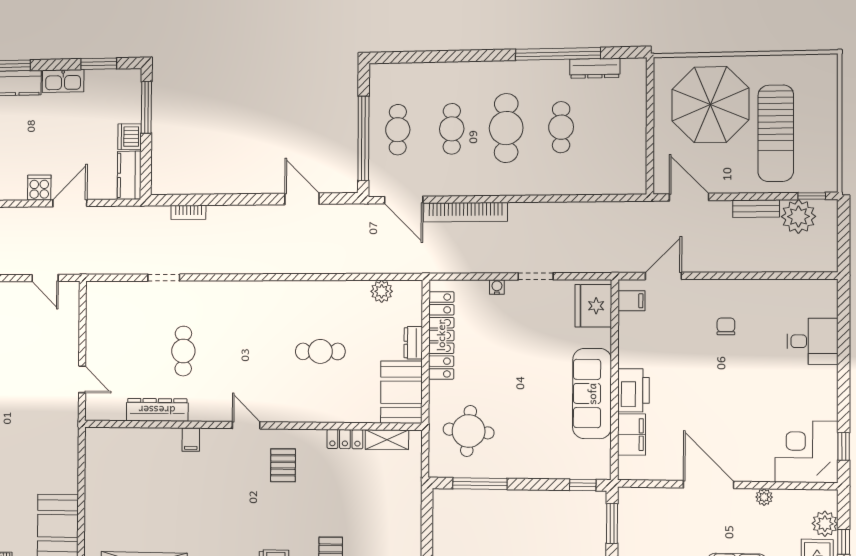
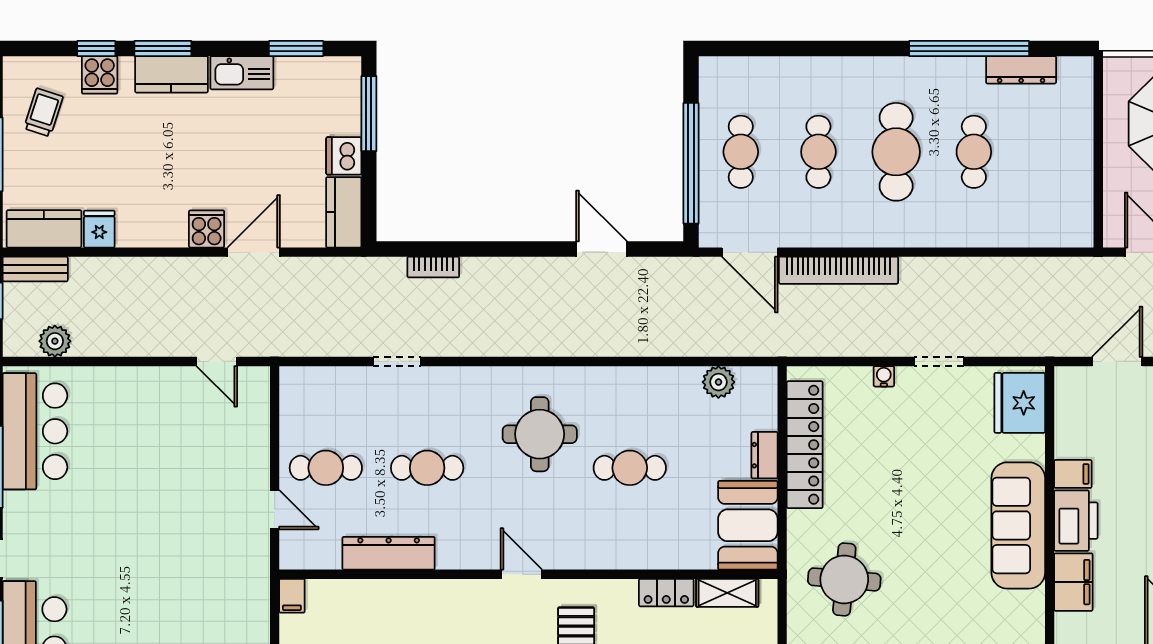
filing cabinet: (631, 301) -> (1073, 474), moved
round table: (259, 328) -> (540, 434), added
cafe table: (116, 351) -> (326, 468), added
cafe table: (183, 351) -> (427, 468), turned 90
filing cabinet: (191, 440) -> (292, 596), moved

